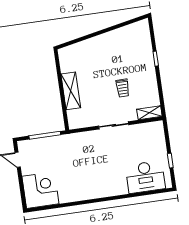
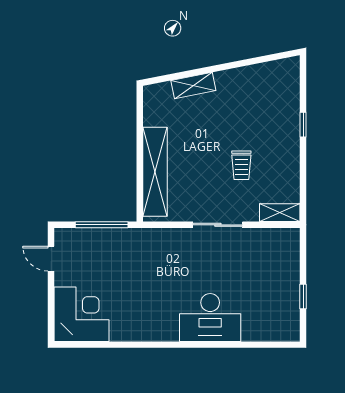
shelving: (87, 45) -> (193, 86), added
shelving: (71, 91) -> (155, 172), width x1.47
desk: (145, 177) -> (210, 317), moved

